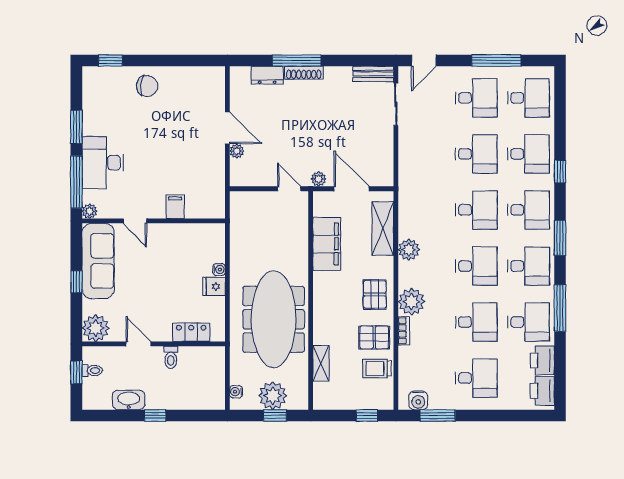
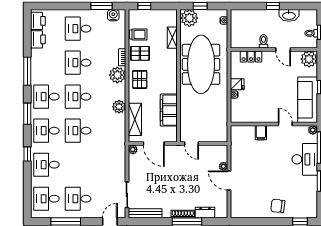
bench: (373, 74) -> (145, 213), width x1.36
desk: (476, 154) -> (78, 165), removed
plant: (319, 179) -> (133, 149), moved
desk: (528, 322) -> (46, 63), removed
plant: (273, 396) -> (189, 18), moved

